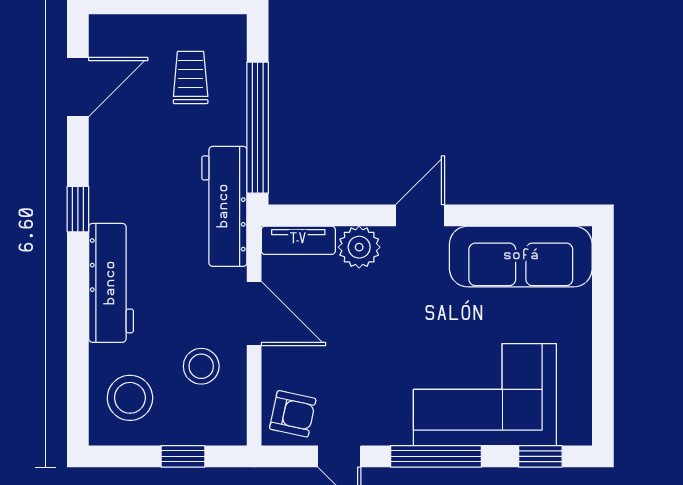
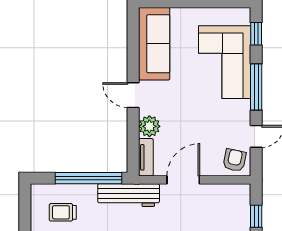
stool: (201, 366) -> (210, 207), removed

